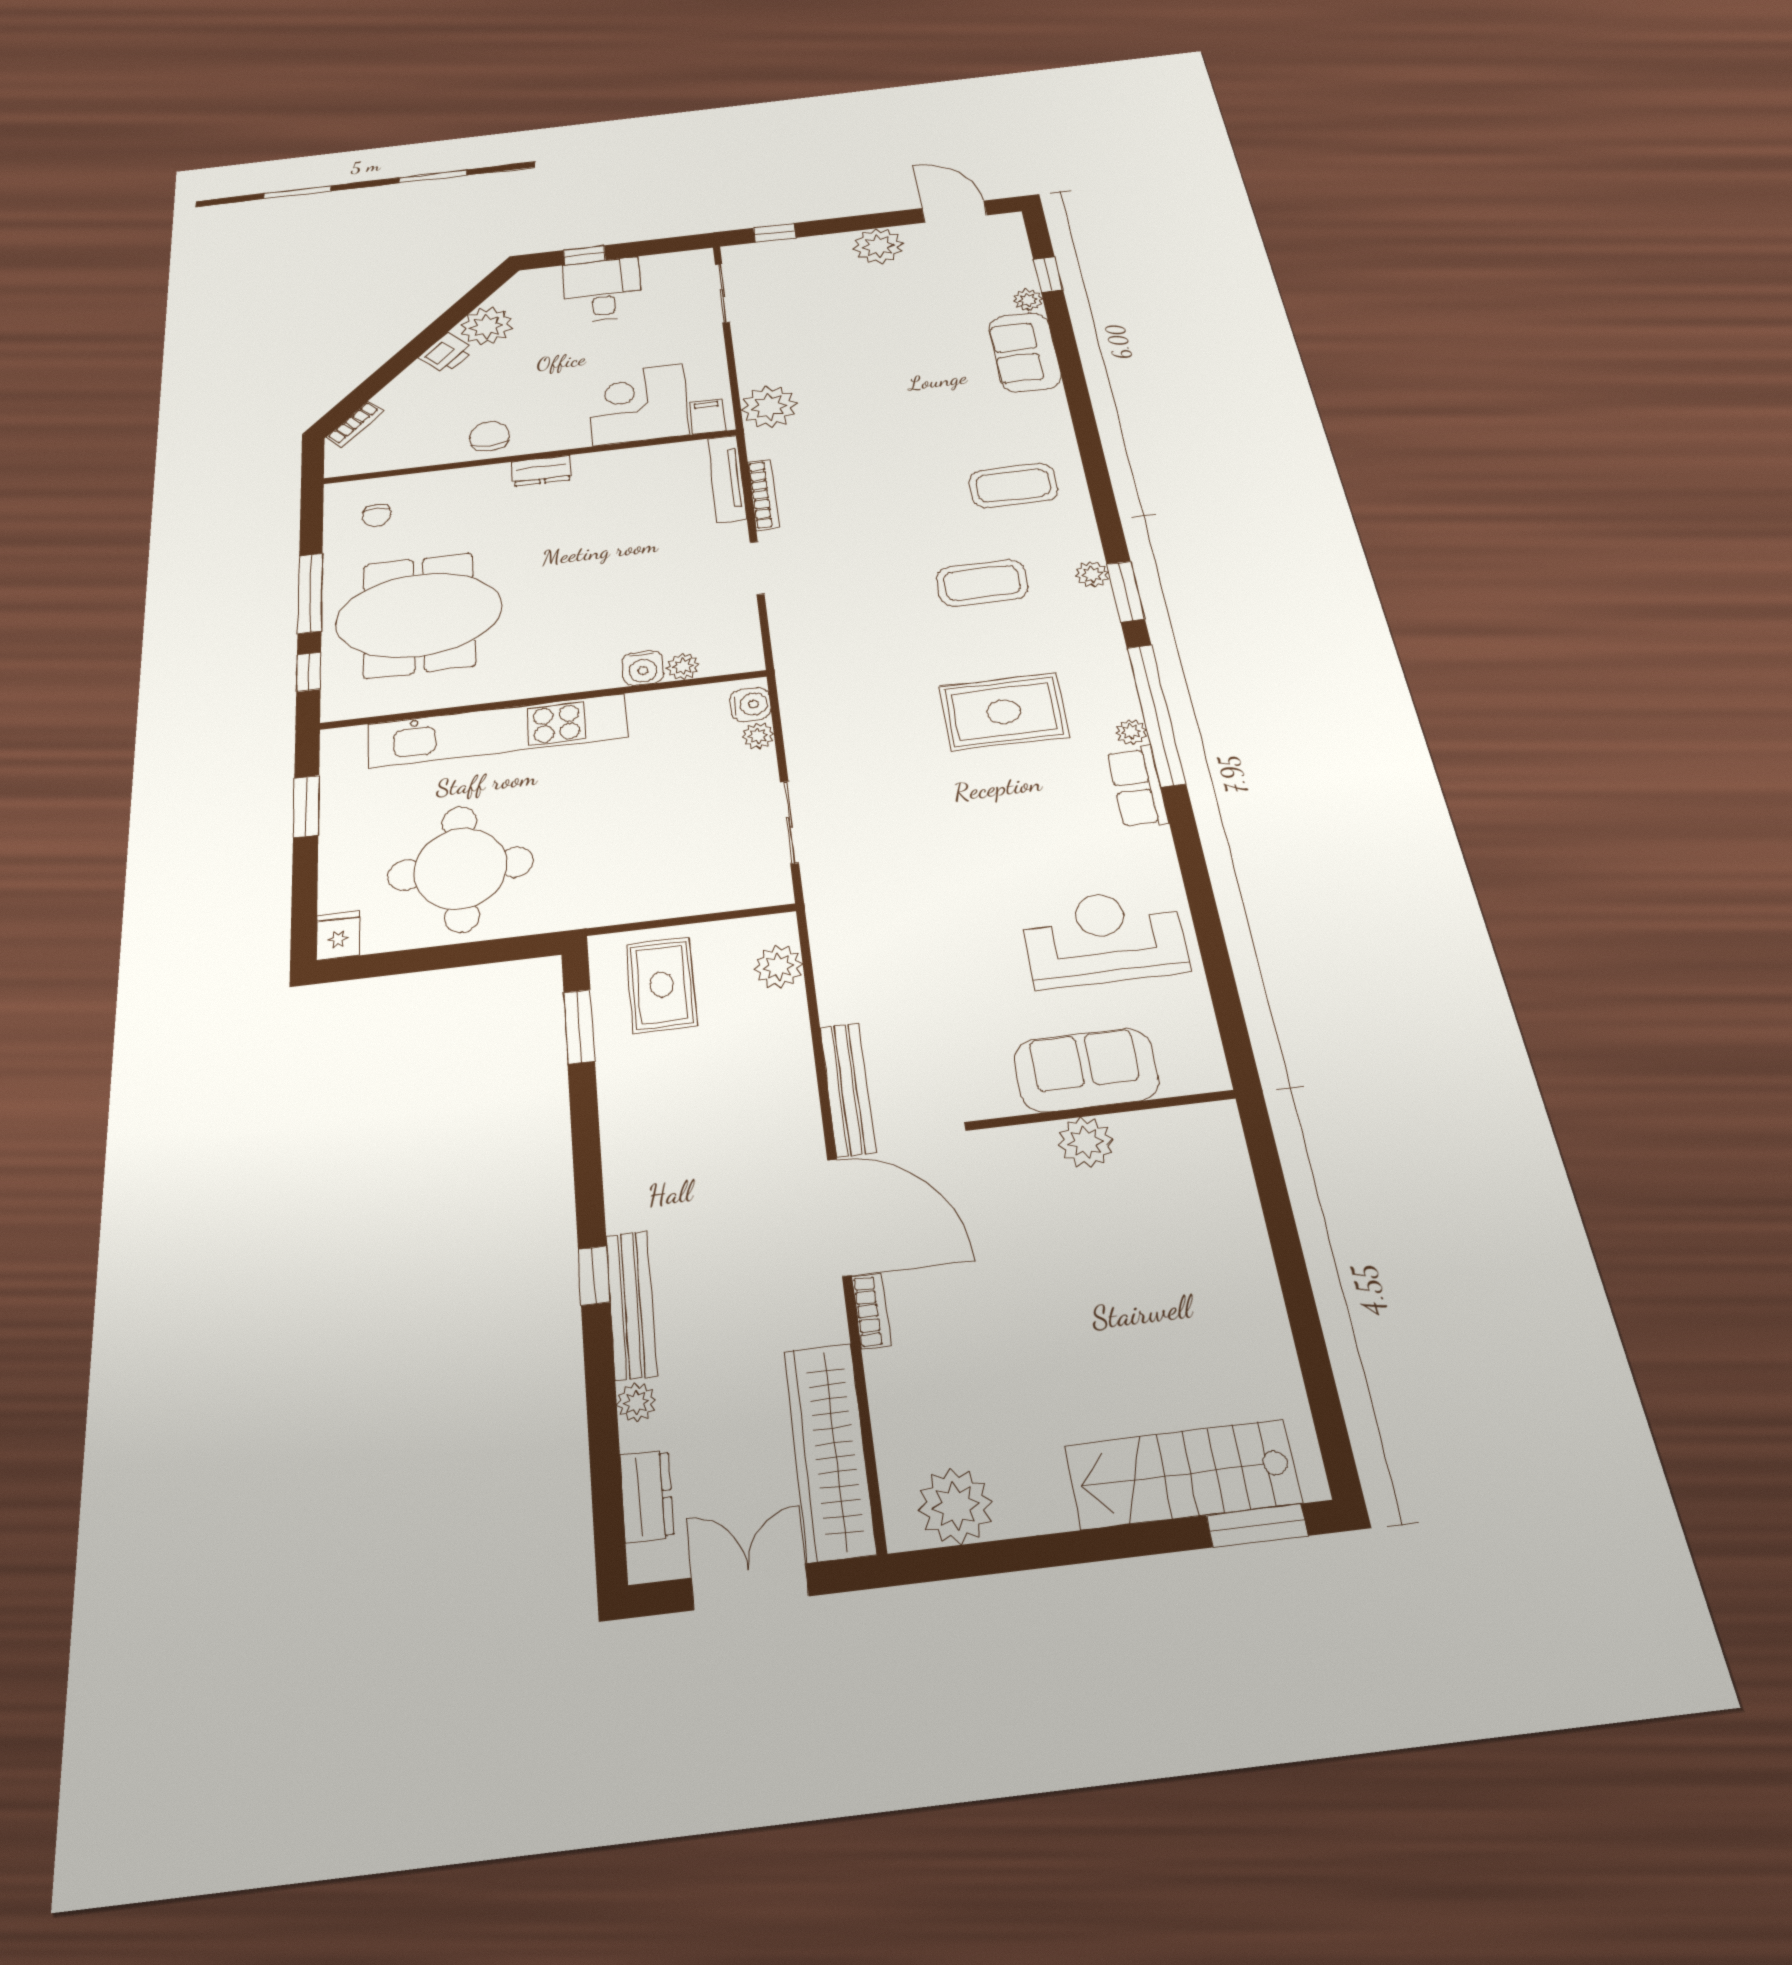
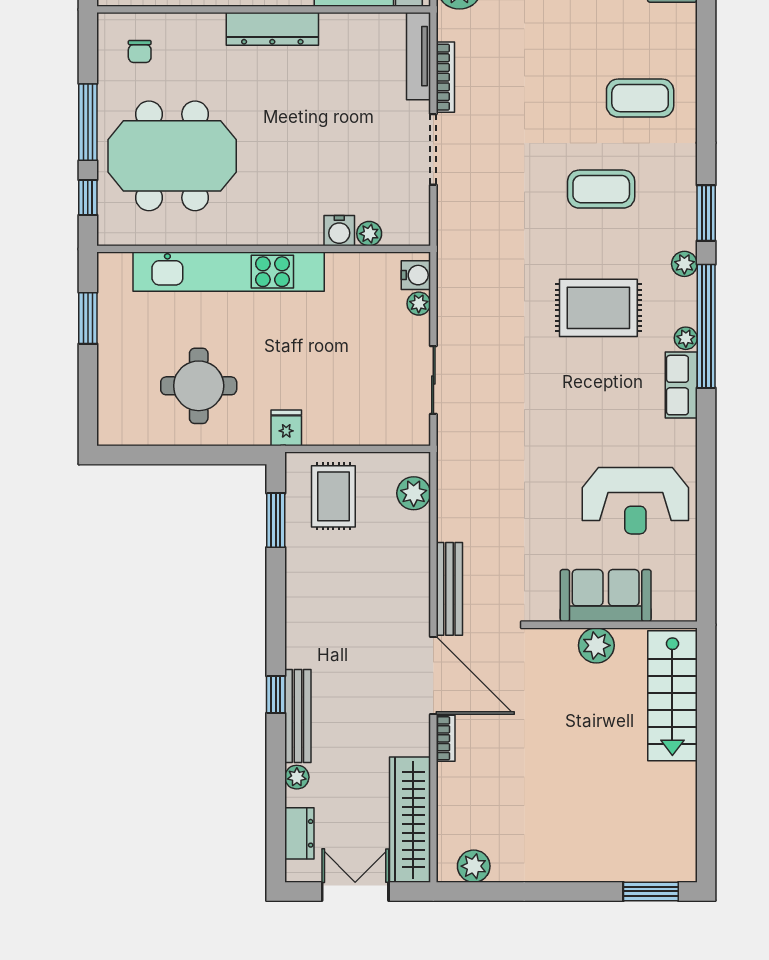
dresser: (542, 471) -> (272, 29), width x1.96, depth x1.24
doorway: (757, 568) -> (433, 149), width x1.38
plant: (1092, 574) -> (684, 264), moved
round table: (461, 869) -> (199, 386), width x0.73, depth x0.73
fridge: (338, 935) -> (286, 428), moved
reception desk: (1104, 938) -> (635, 501), turned 180
stairs: (1183, 1474) -> (672, 696), moved, turned -90
plant: (955, 1506) -> (474, 866), width x0.73, depth x0.73

